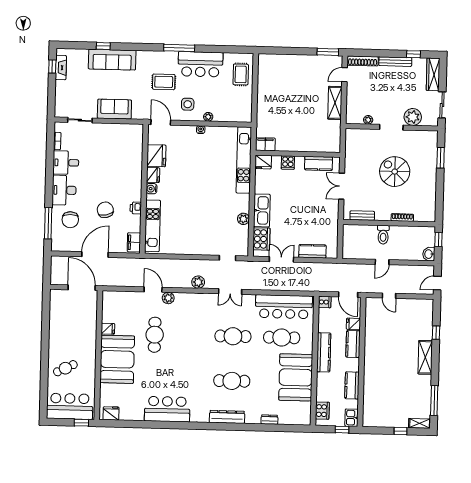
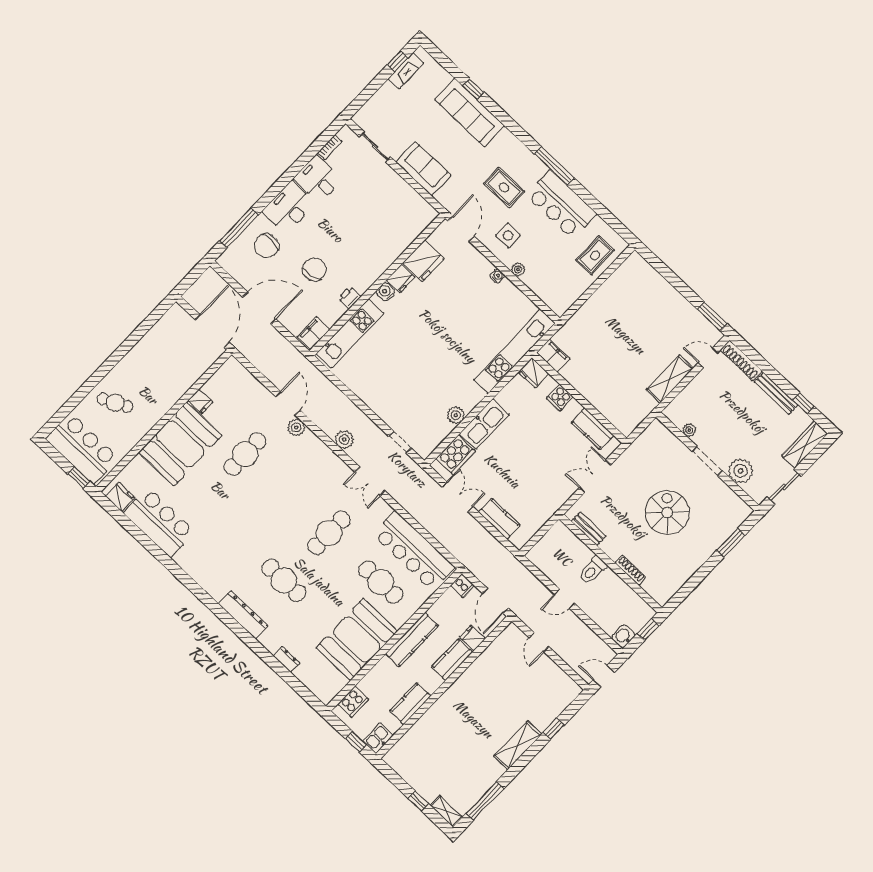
cafe table: (233, 336) -> (329, 533), turned 90
bar counter: (167, 409) -> (159, 522), moved

